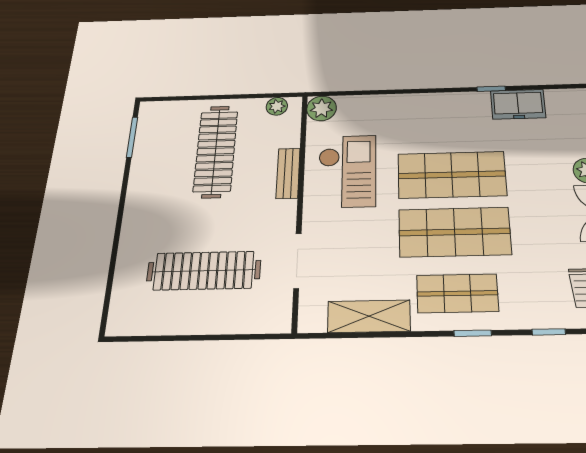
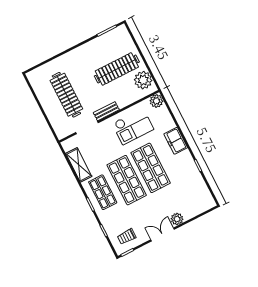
freezer: (518, 104) -> (176, 141), moved
plant: (277, 106) -> (143, 80), width x1.88, depth x1.88
bench: (288, 173) -> (106, 111), moved

